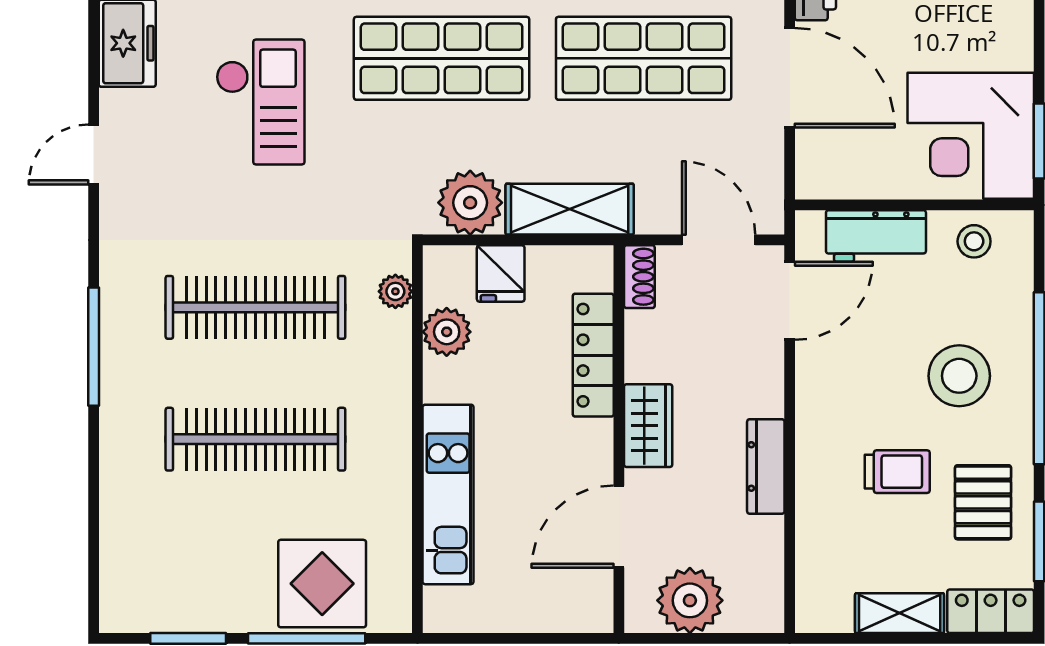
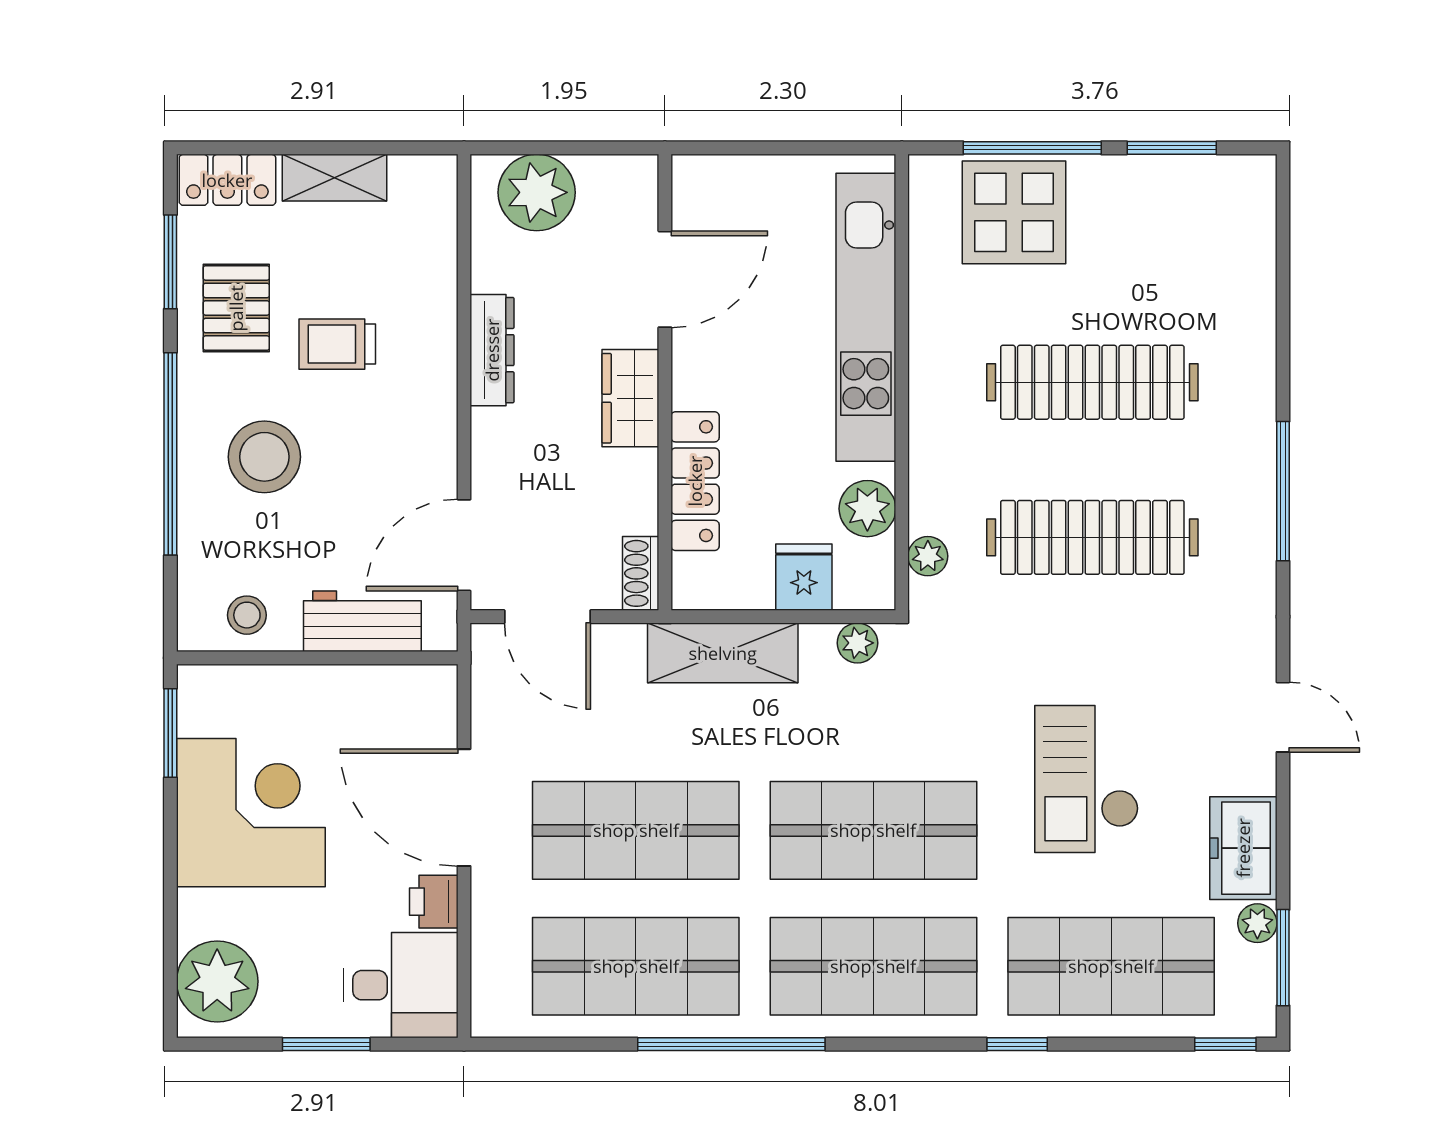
corner desk: (971, 136) -> (251, 813), moved
door: (94, 155) -> (1283, 717), hinge flipped
plant: (470, 203) -> (857, 643), width x0.53, depth x0.53
kitchen unit: (448, 494) -> (866, 317), width x1.36
plant: (690, 600) -> (537, 192), moved

